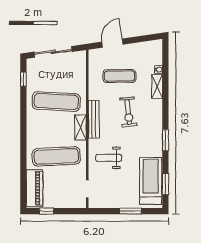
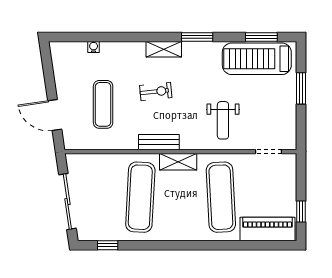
shelving: (157, 86) -> (164, 49), moved
exercise bike: (128, 112) -> (156, 92), width x0.73, depth x0.72
bench: (94, 119) -> (159, 142), width x0.73

